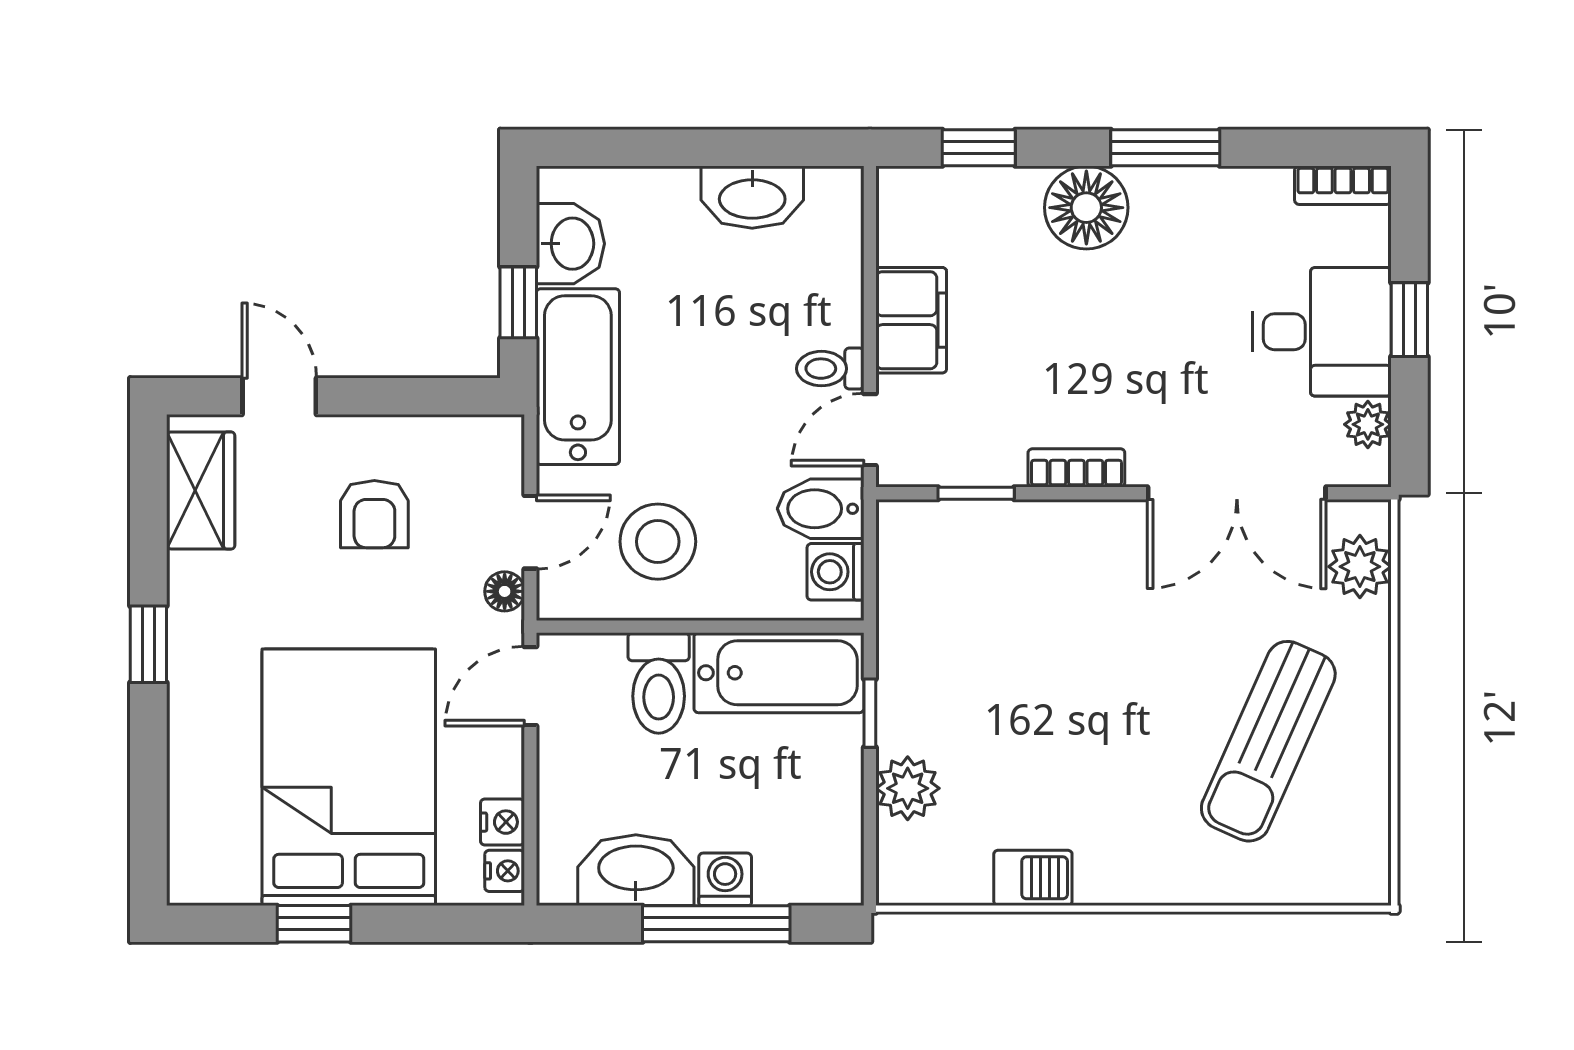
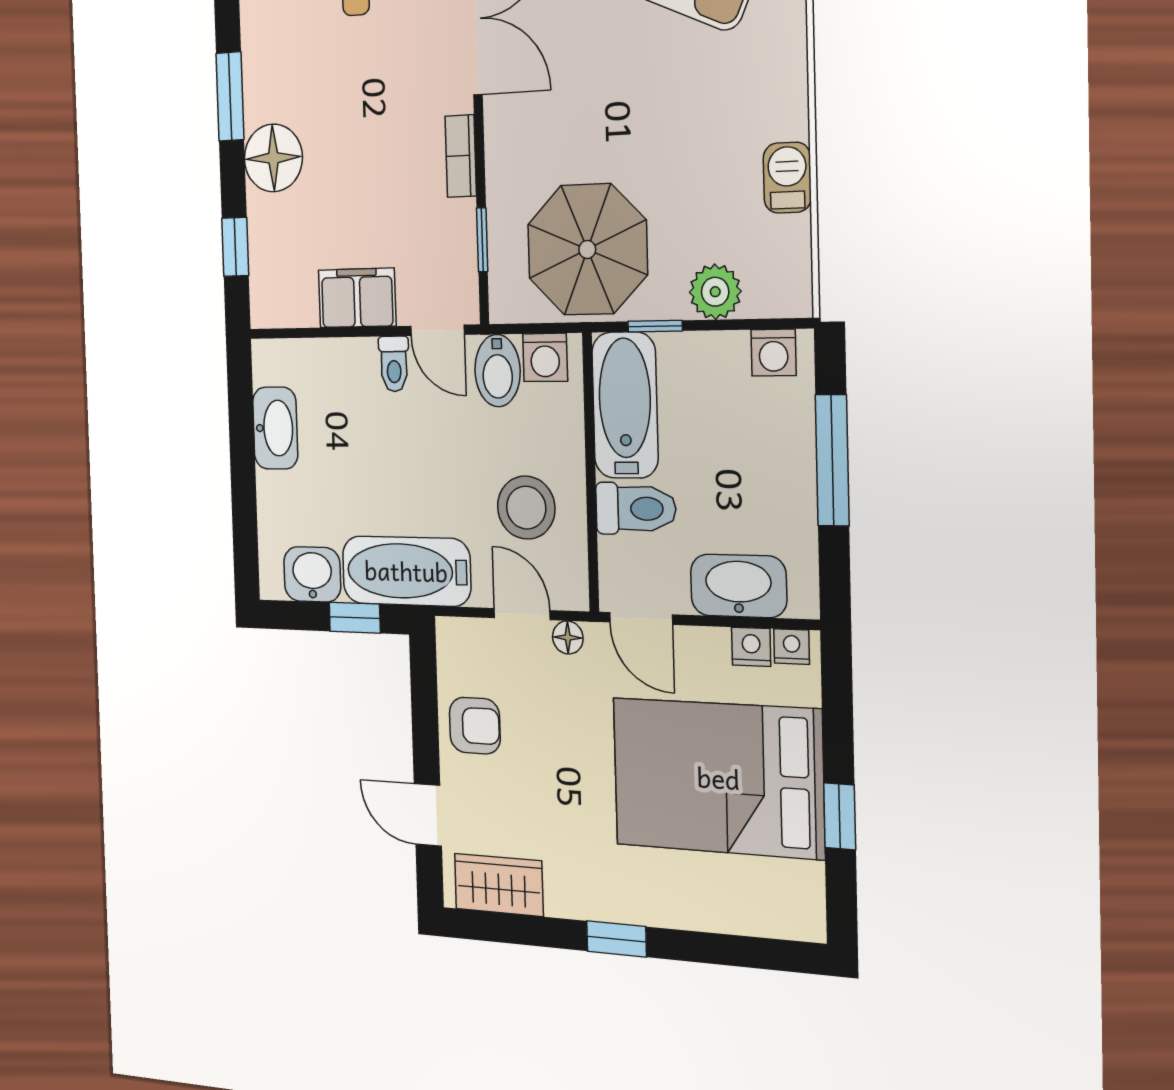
door: (279, 396) -> (428, 815), hinge flipped
armchair: (374, 514) -> (475, 726), moved
parasol: (960, 630) -> (587, 249), added
washbasin: (636, 870) -> (738, 586), moved, turned 90
washing machine: (725, 879) -> (773, 353), moved, turned -90

